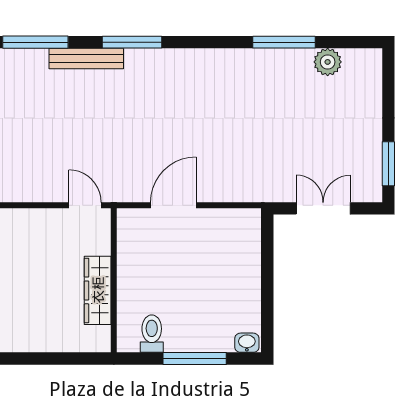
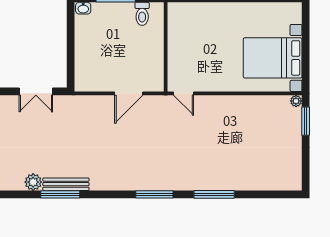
bench: (86, 59) -> (66, 184), moved
wardrobe: (98, 290) -> (176, 41), removed

